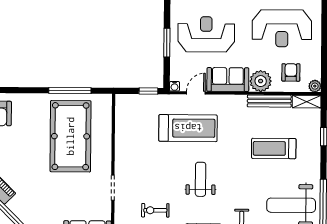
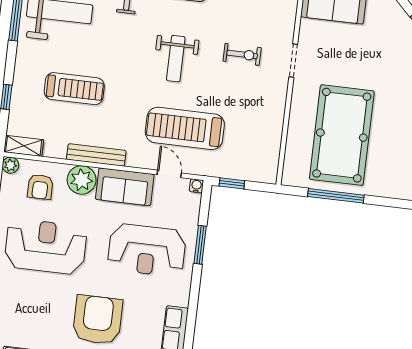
door: (196, 93) -> (169, 174), swing flipped
bench: (269, 101) -> (96, 155), moved
exercise bike: (155, 210) -> (242, 54), moved

